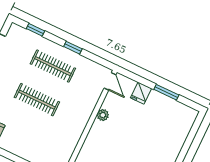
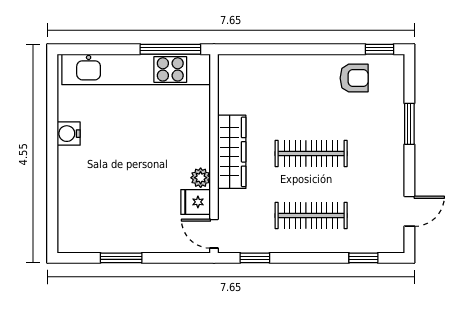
window: (73, 48) -> (255, 258), moved
fridge: (141, 93) -> (196, 202), moved, turned -90
wardrobe: (79, 121) -> (232, 152), added

